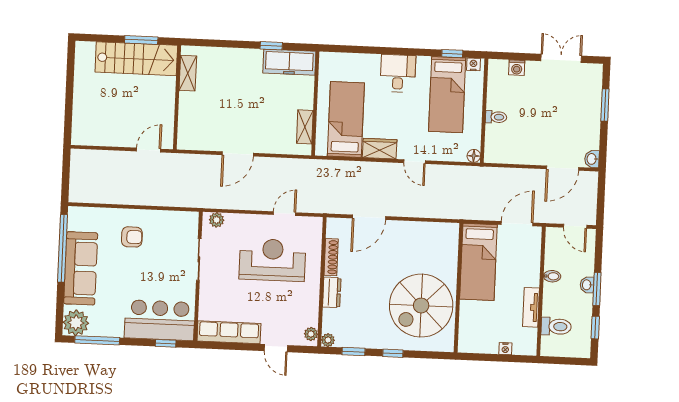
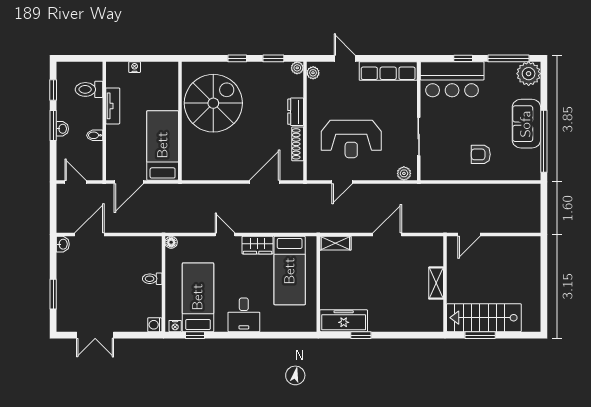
washing machine: (517, 68) -> (155, 325), moved, turned -90
shelving: (188, 73) -> (436, 283), moved
shelving: (305, 127) -> (335, 243), moved, turned 90
sofa: (81, 268) -> (526, 124), width x0.73
window: (166, 343) -> (463, 58), moved

